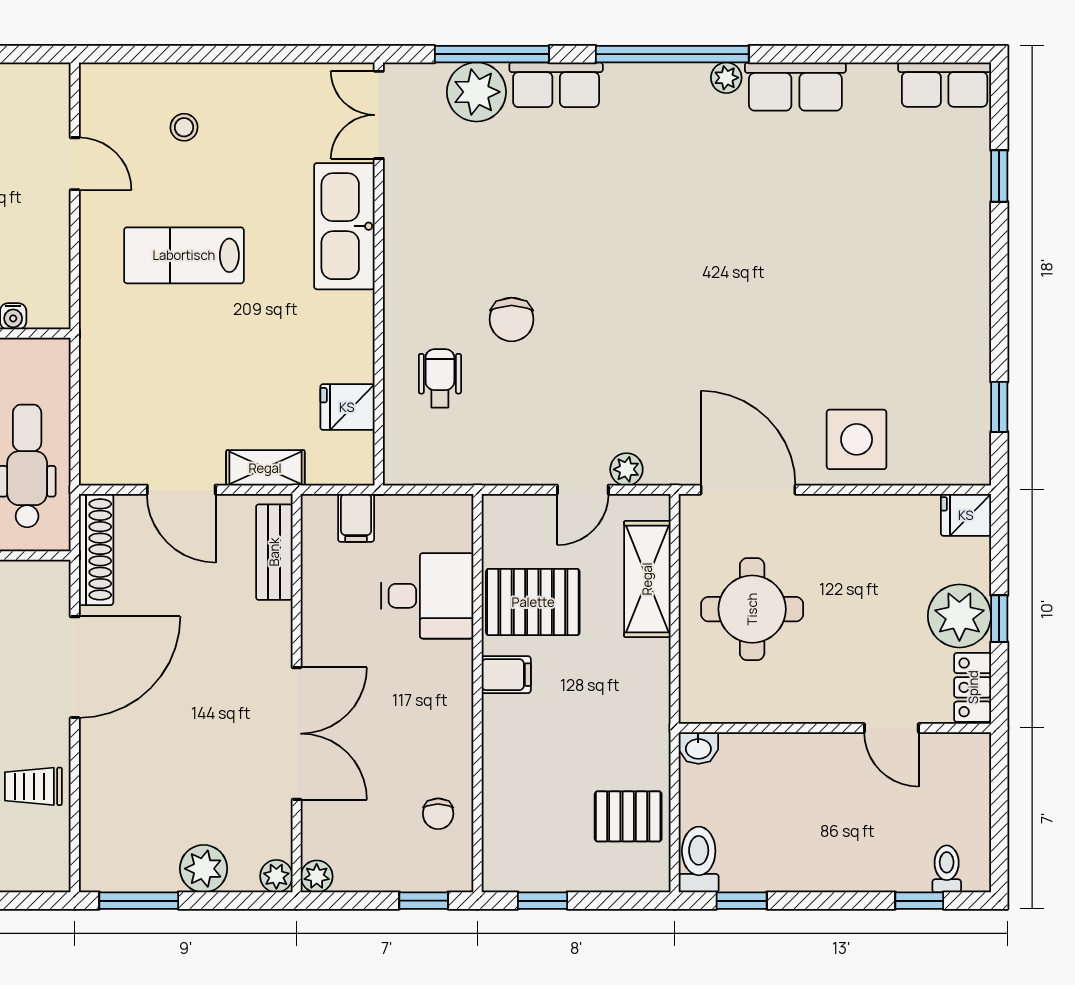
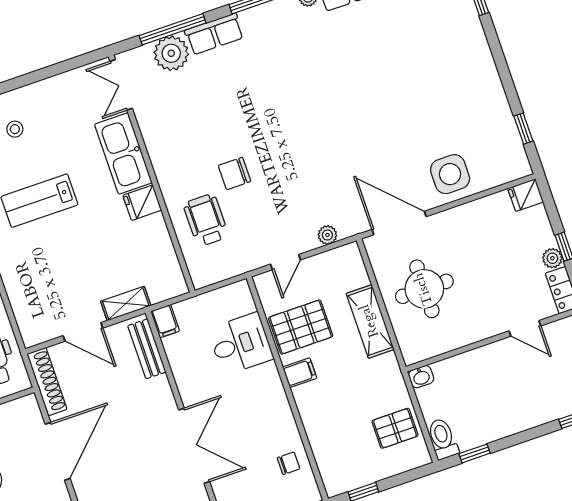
chair: (512, 319) -> (235, 173), turned 90
wheelchair: (440, 378) -> (206, 220), width x1.36, depth x1.37
fridge: (347, 407) -> (142, 203), moved
door: (583, 490) -> (286, 262), moved
filing cabinet: (356, 518) -> (165, 321), moved
shelving: (647, 579) -> (370, 321), moved
plant: (959, 616) -> (552, 258), width x0.53, depth x0.53
chair: (438, 814) -> (288, 463), turned -90

